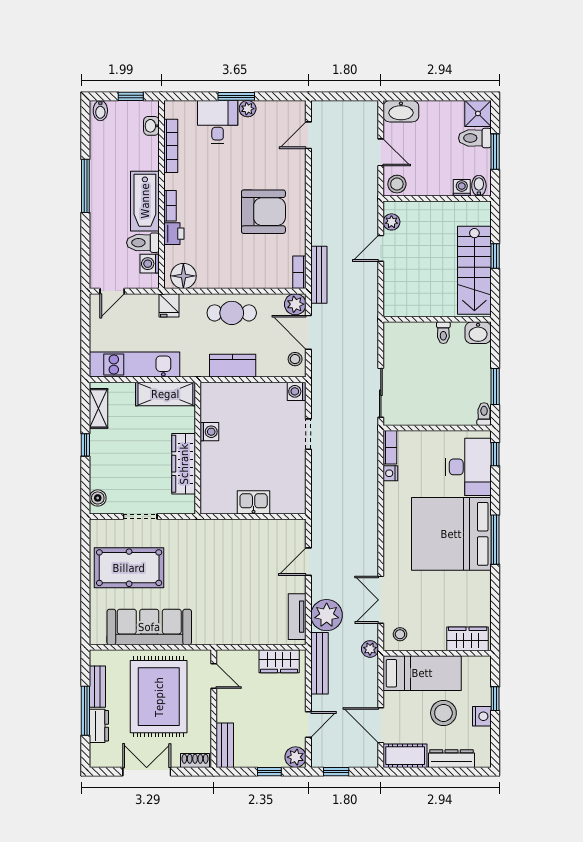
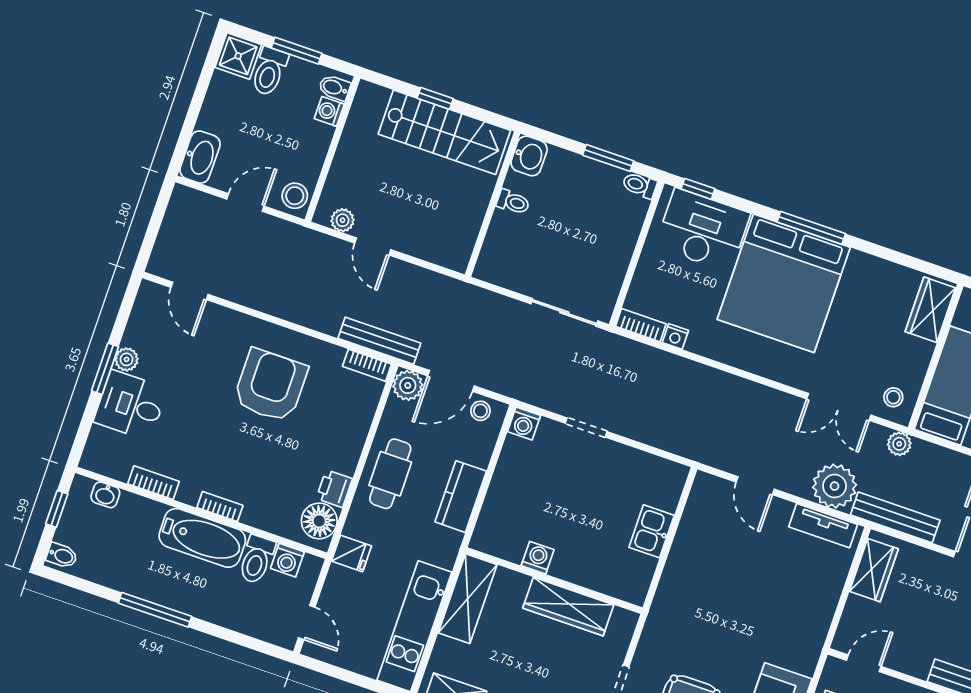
bookcase: (171, 146) -> (154, 483), width x0.64
printer: (174, 234) -> (334, 489), moved, turned -90

